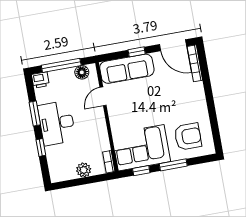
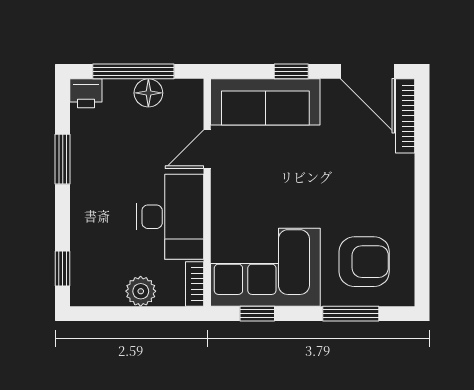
floor lamp: (82, 72) -> (148, 93), moved
desk: (57, 123) -> (170, 217), moved, turned 180
window: (41, 147) -> (63, 269), moved
window: (173, 165) -> (351, 314), moved

